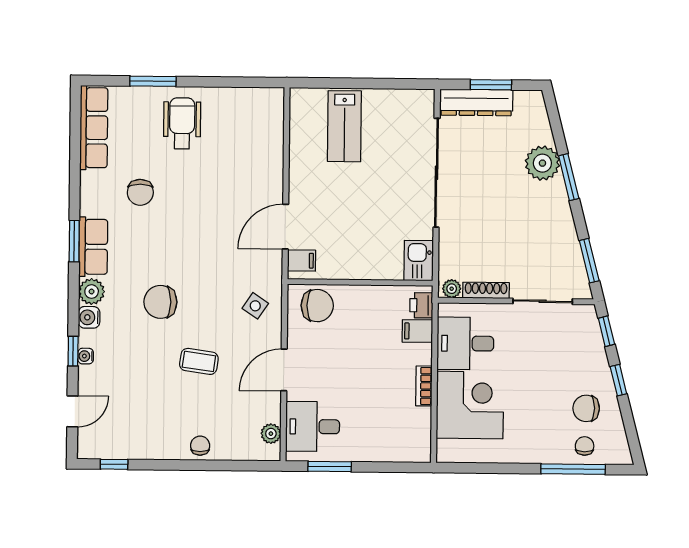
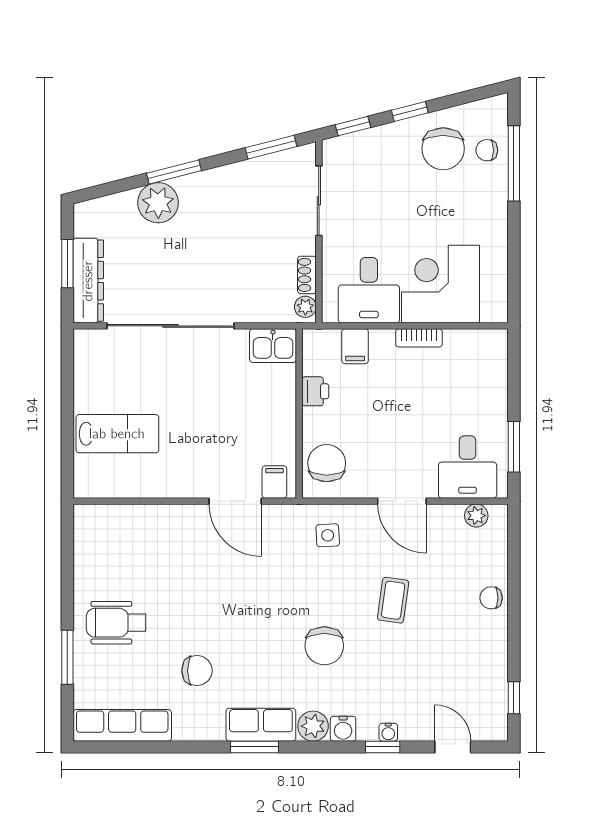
shoe rack: (486, 290) -> (307, 275), width x0.70
printer: (421, 305) -> (315, 391), moved, turned -90
side table: (255, 306) -> (328, 535), turned -37
chair: (586, 408) -> (443, 149), width x1.37, depth x1.37

